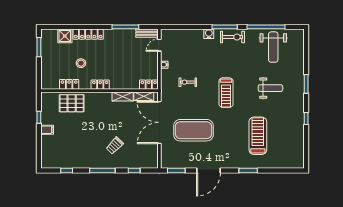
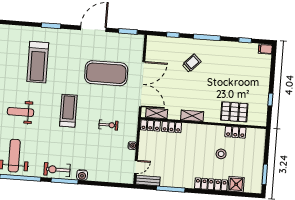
locker: (100, 85) -> (172, 127), moved
shelving: (123, 97) -> (192, 116), moved
filing cabinet: (47, 130) -> (265, 49), moved

